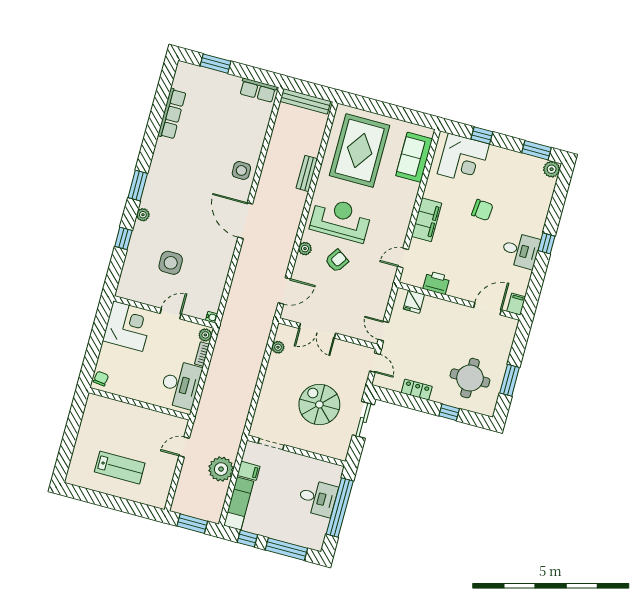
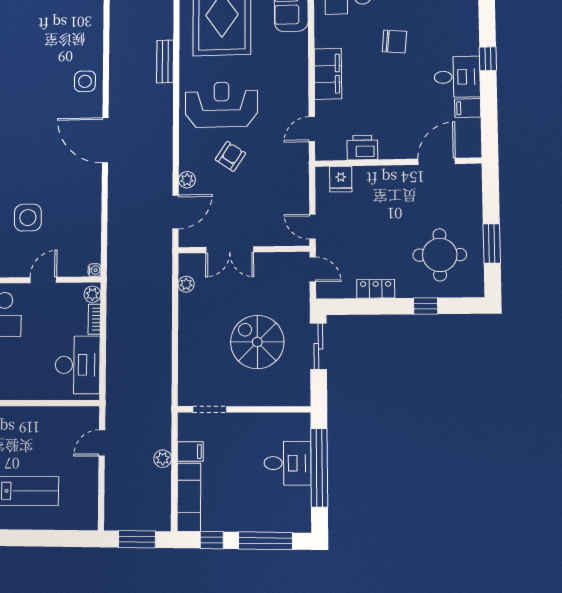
plant: (305, 249) -> (187, 180), moved
filing cabinet: (516, 304) -> (468, 108), moved, turned -90
plant: (221, 469) -> (163, 459), width x0.53, depth x0.53

